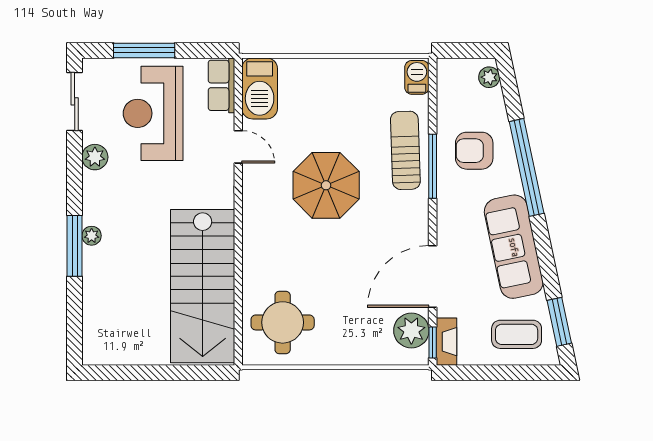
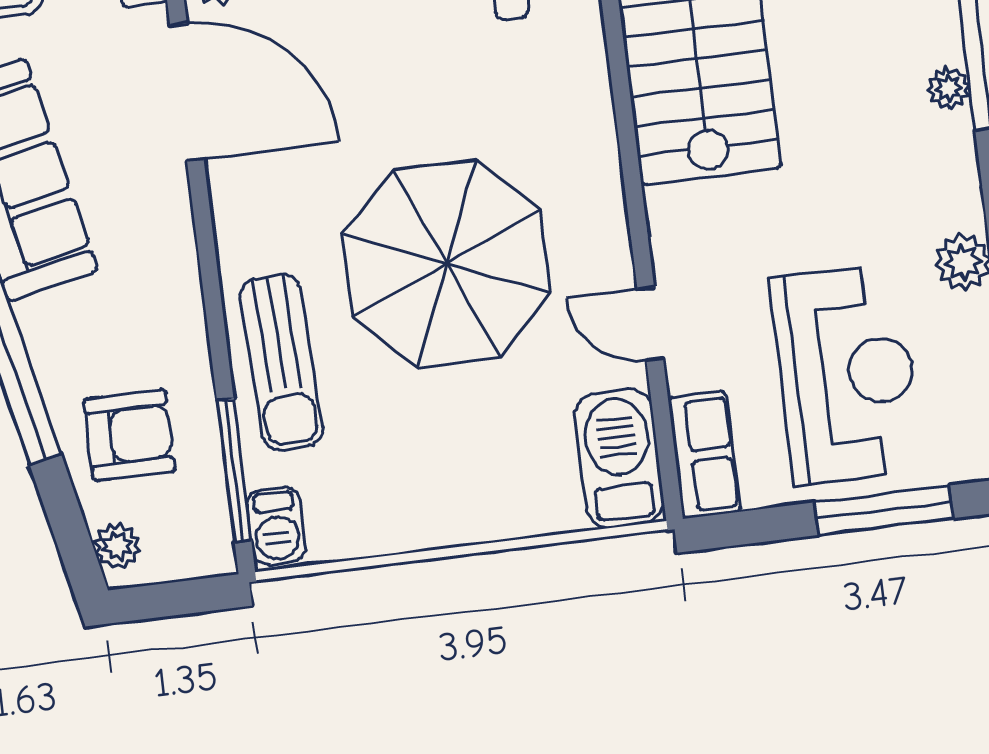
armchair: (474, 151) -> (129, 435), moved
window: (433, 166) -> (234, 470), moved
parasol: (326, 185) -> (447, 263), width x1.36, depth x1.36
door: (433, 277) -> (187, 92), hinge flipped

